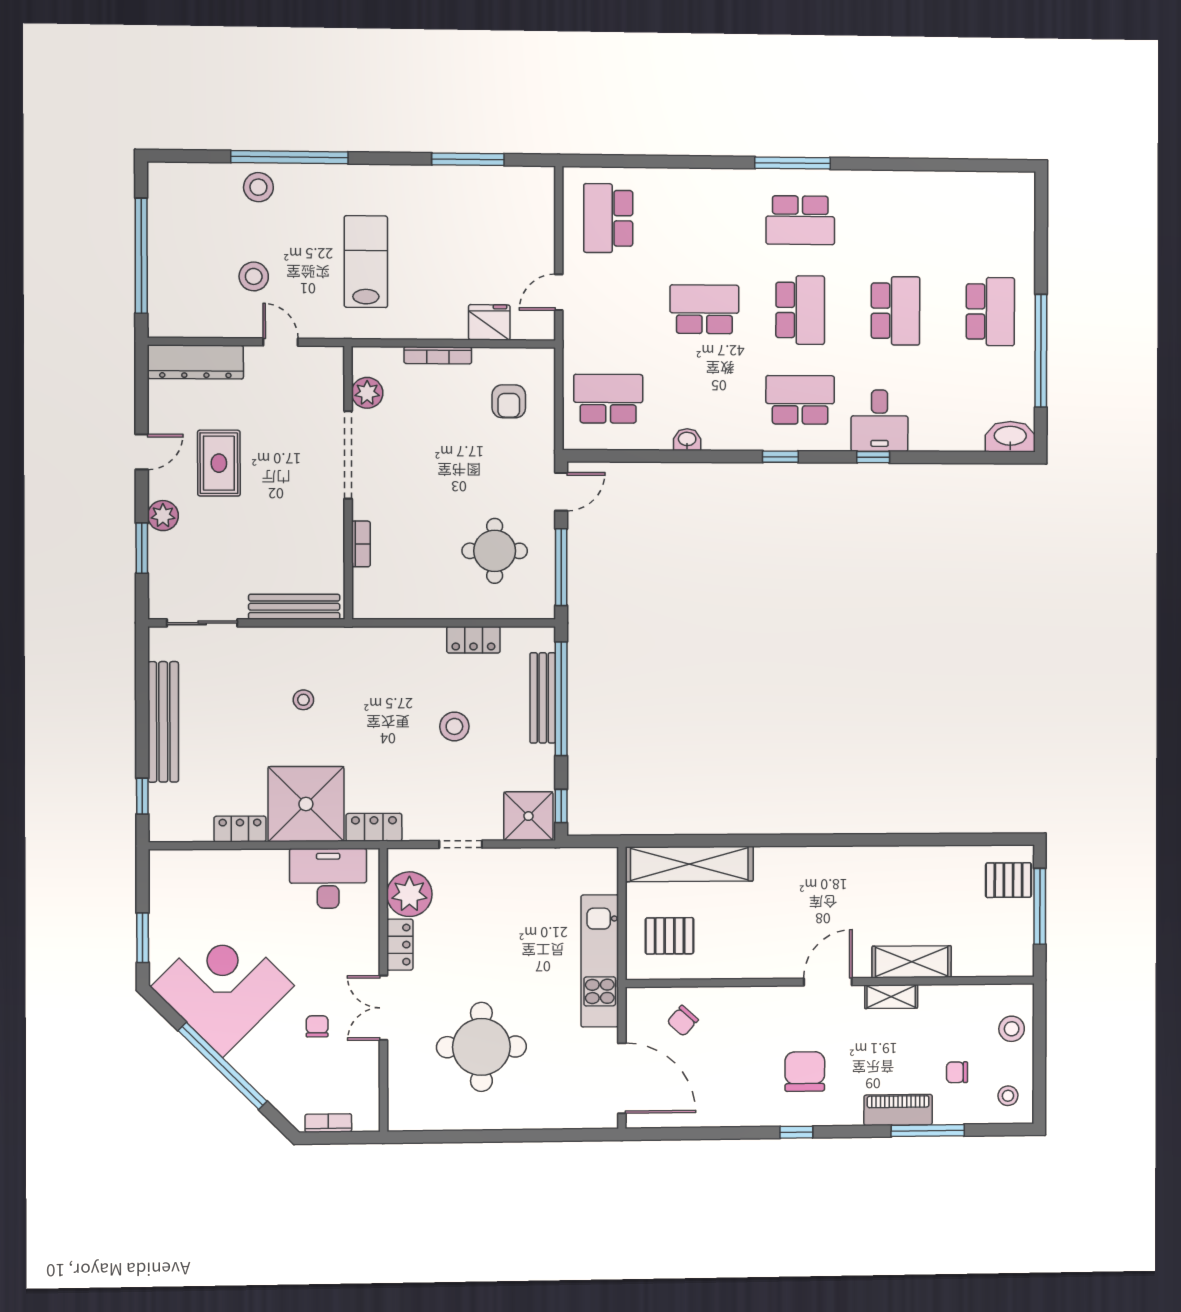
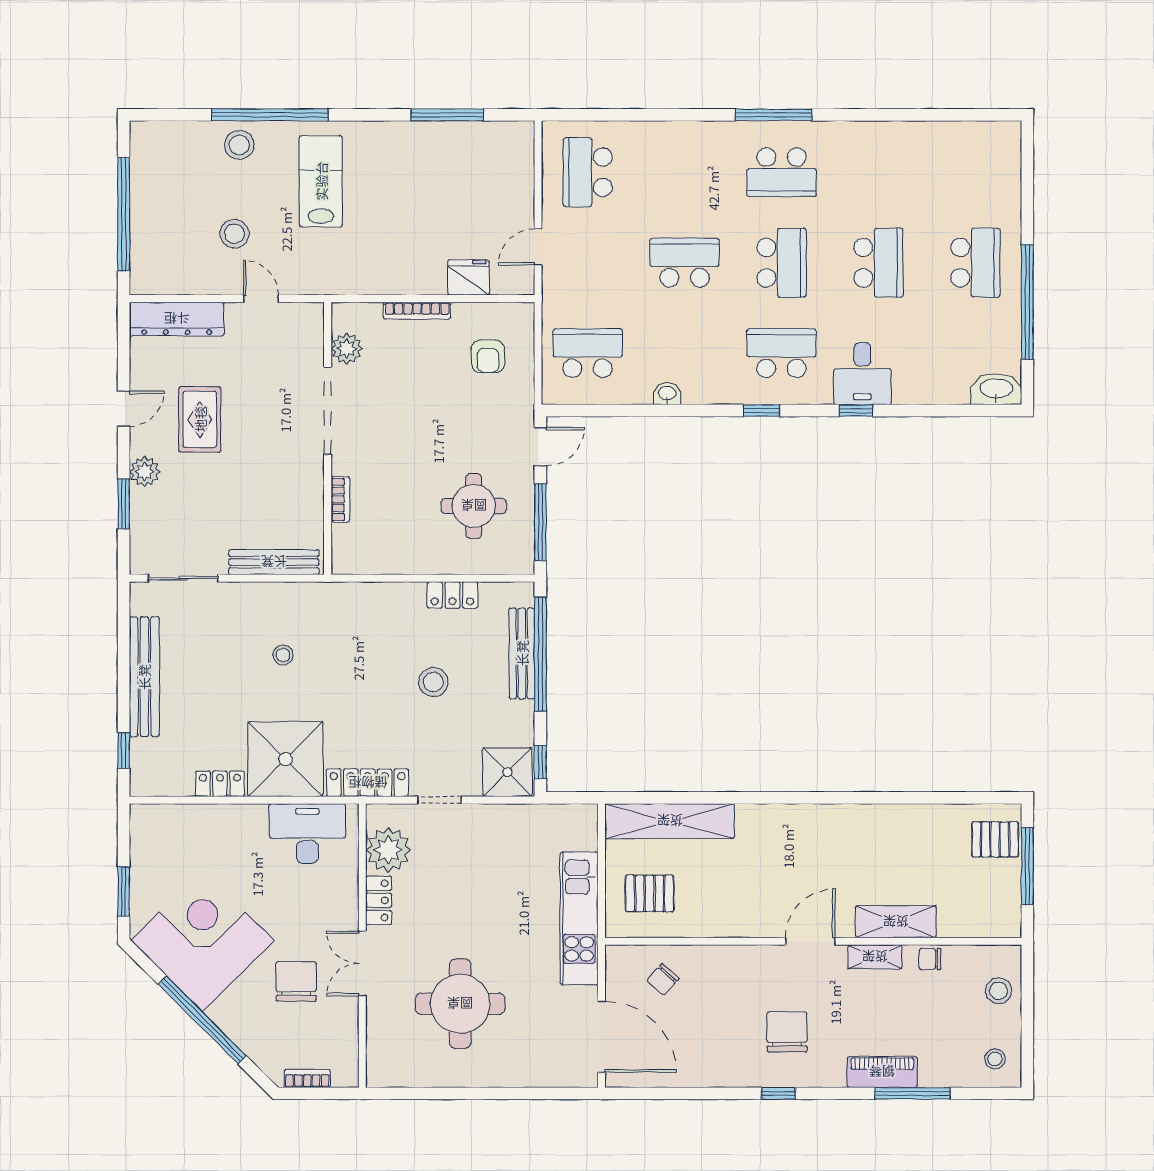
lab bench: (366, 262) -> (321, 181), moved
locker: (374, 827) -> (368, 783), width x1.53
chair: (317, 1026) -> (296, 981), width x1.87, depth x1.87
chair: (957, 1072) -> (930, 959), moved

